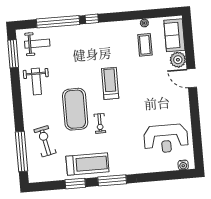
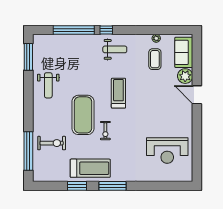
weight bench: (37, 44) -> (115, 49), moved
exercise bike: (45, 141) -> (52, 143), turned 102
water cooler: (183, 165) -> (182, 177), removed

